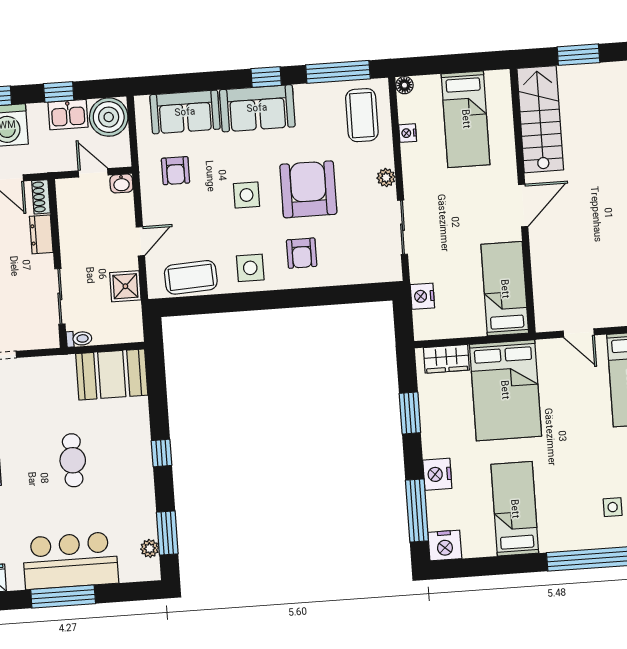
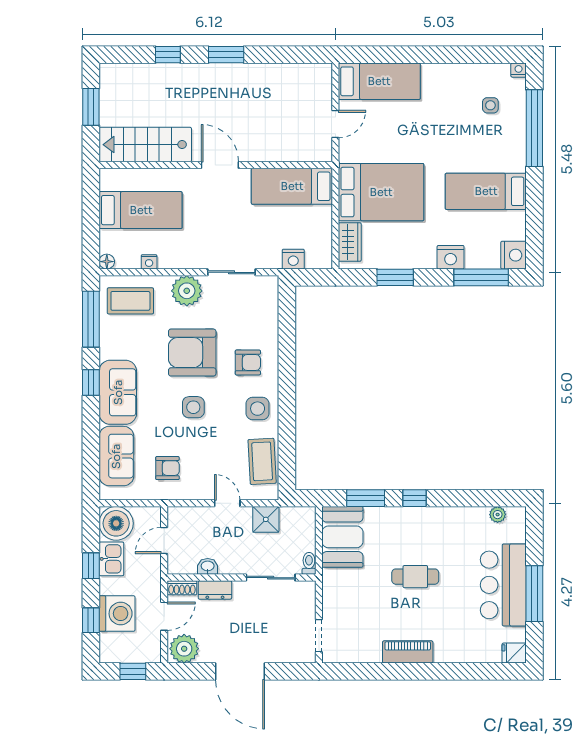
plant: (386, 178) -> (187, 291), width x1.88, depth x1.88
washbasin: (121, 183) -> (208, 566), moved, turned -90
window: (167, 533) -> (366, 498), moved

